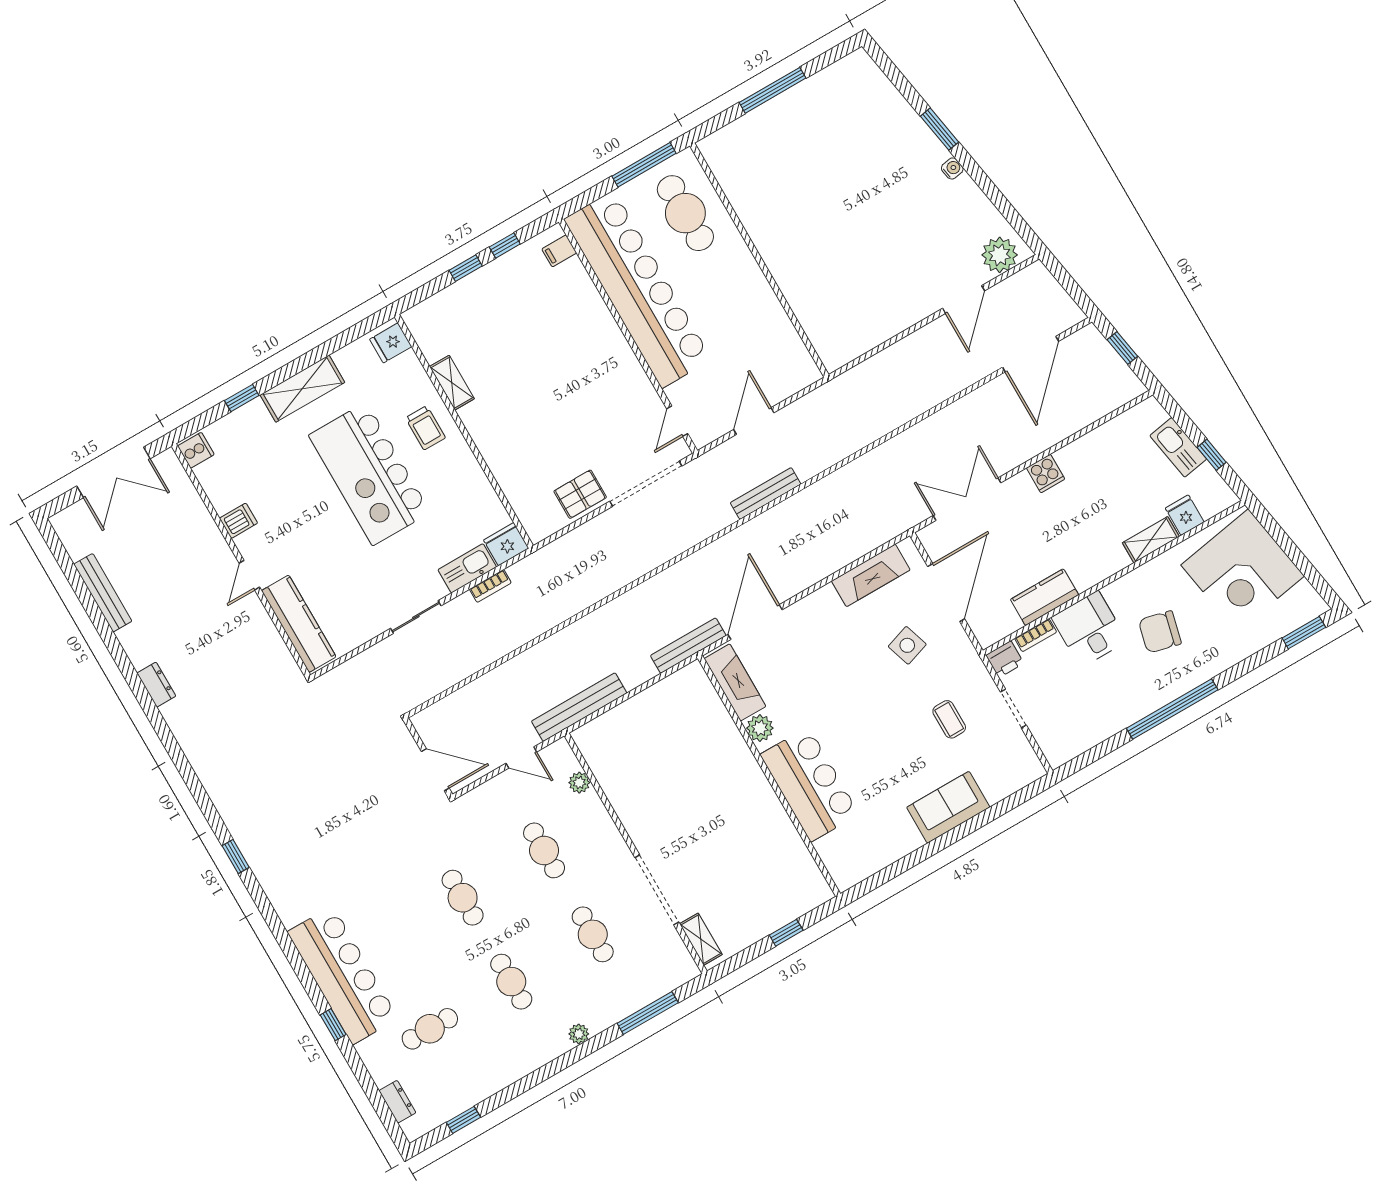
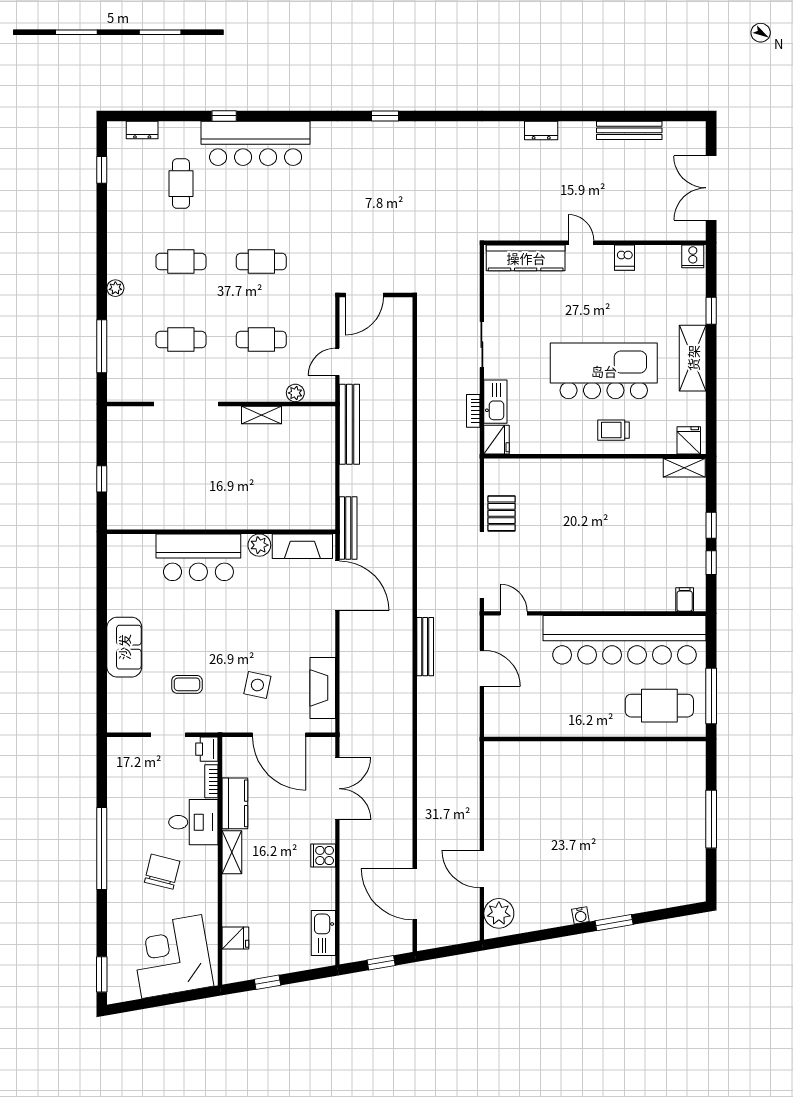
shelving: (452, 383) -> (684, 468), moved
kitchen sink: (1178, 447) -> (323, 933), moved, turned -80
shelving: (1151, 540) -> (232, 852), moved
side table: (907, 645) -> (257, 685), turned 30
shelving: (701, 939) -> (262, 415), moved

